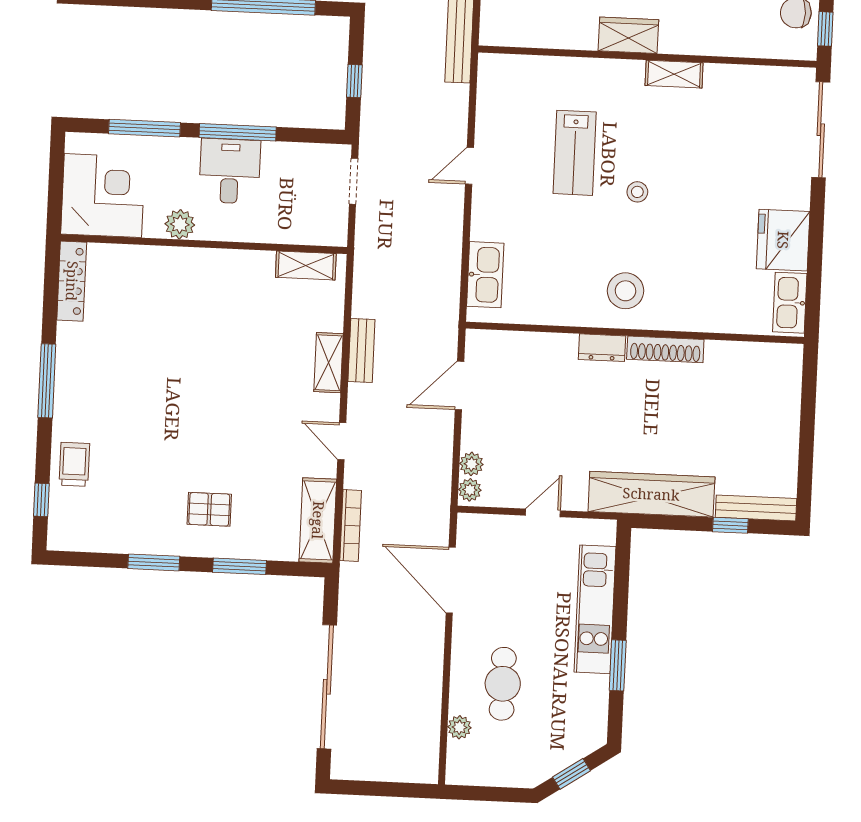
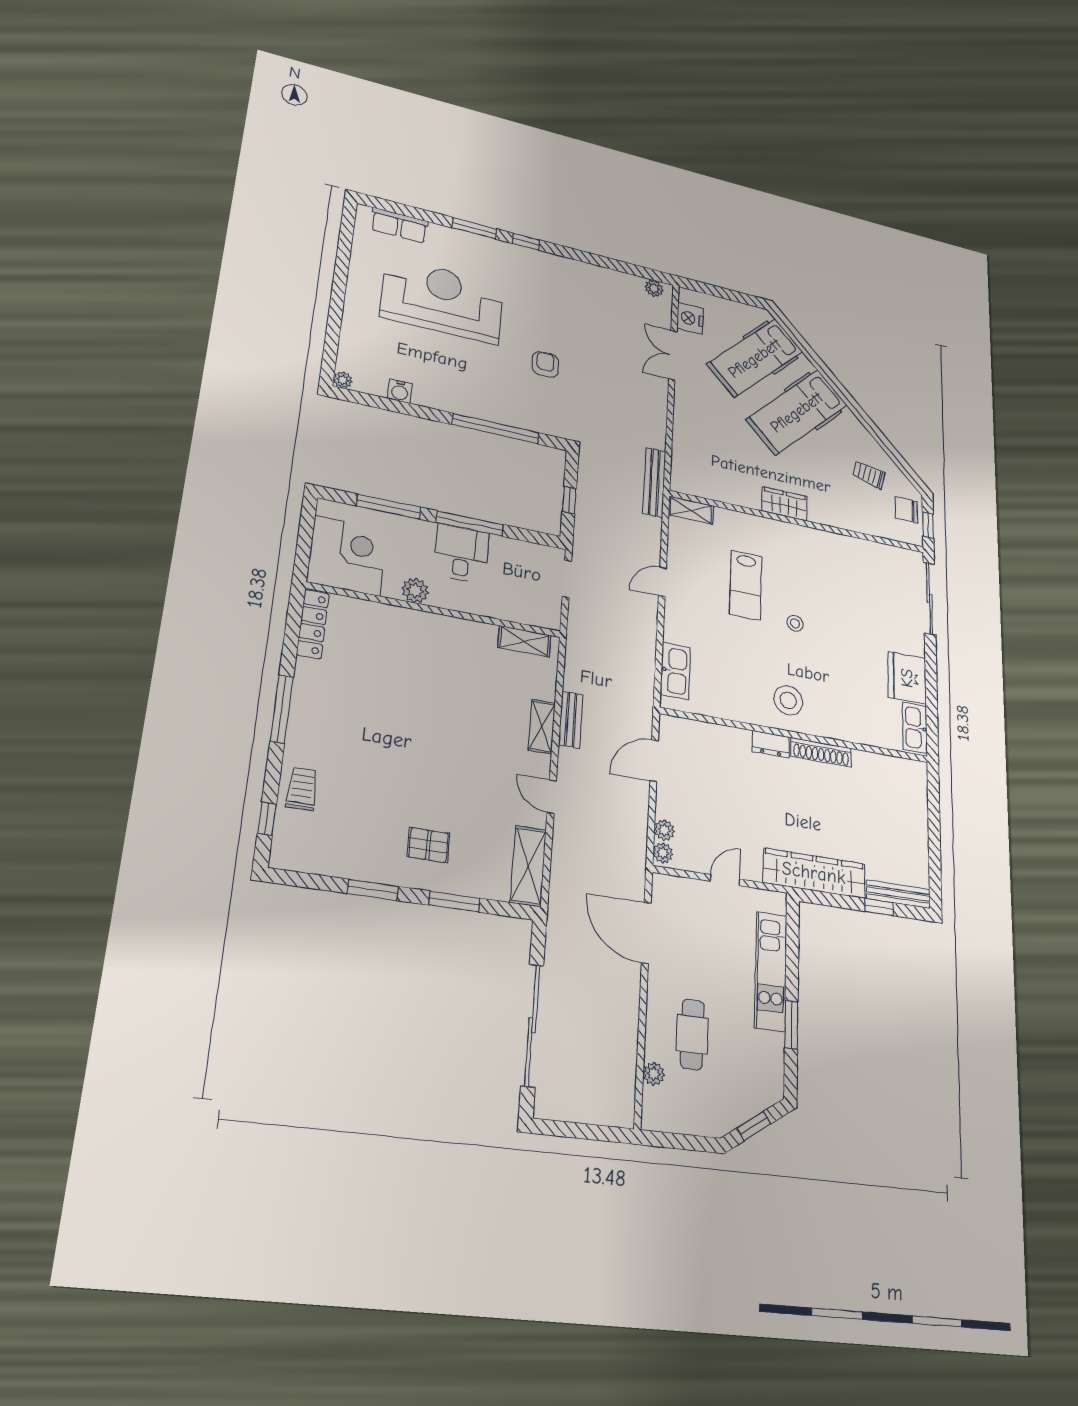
shelving: (674, 74) -> (691, 510), moved
bookcase: (351, 525) -> (558, 874), removed

